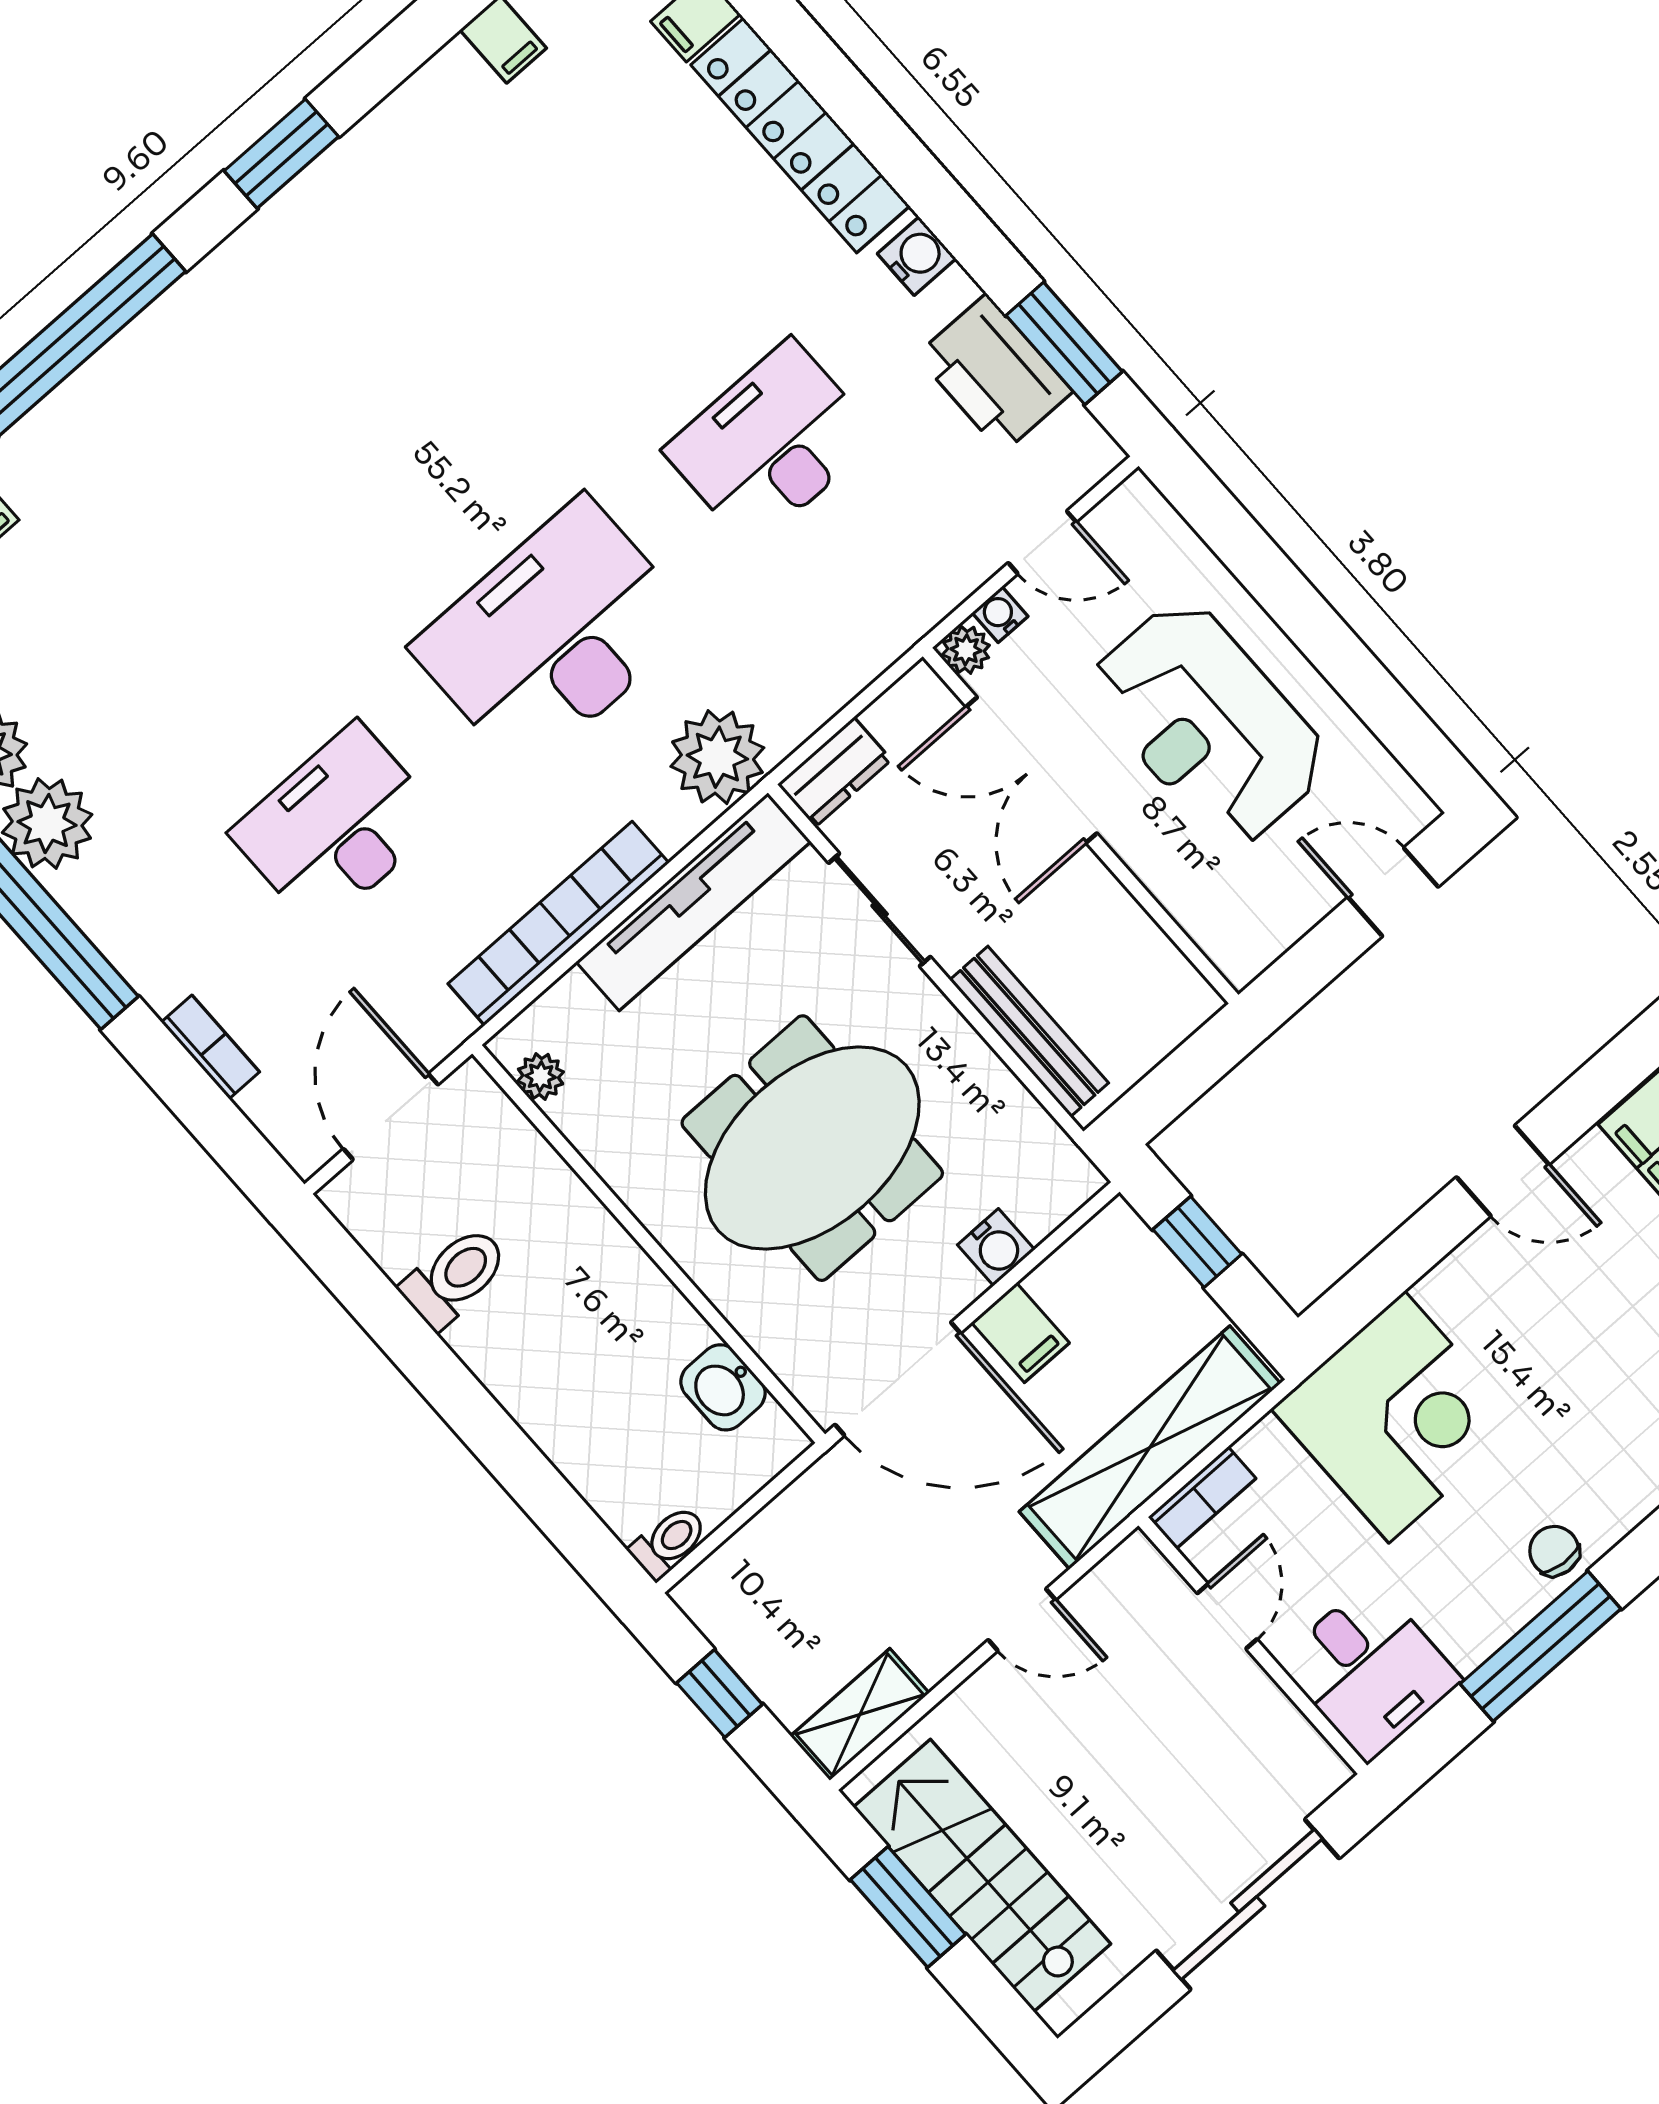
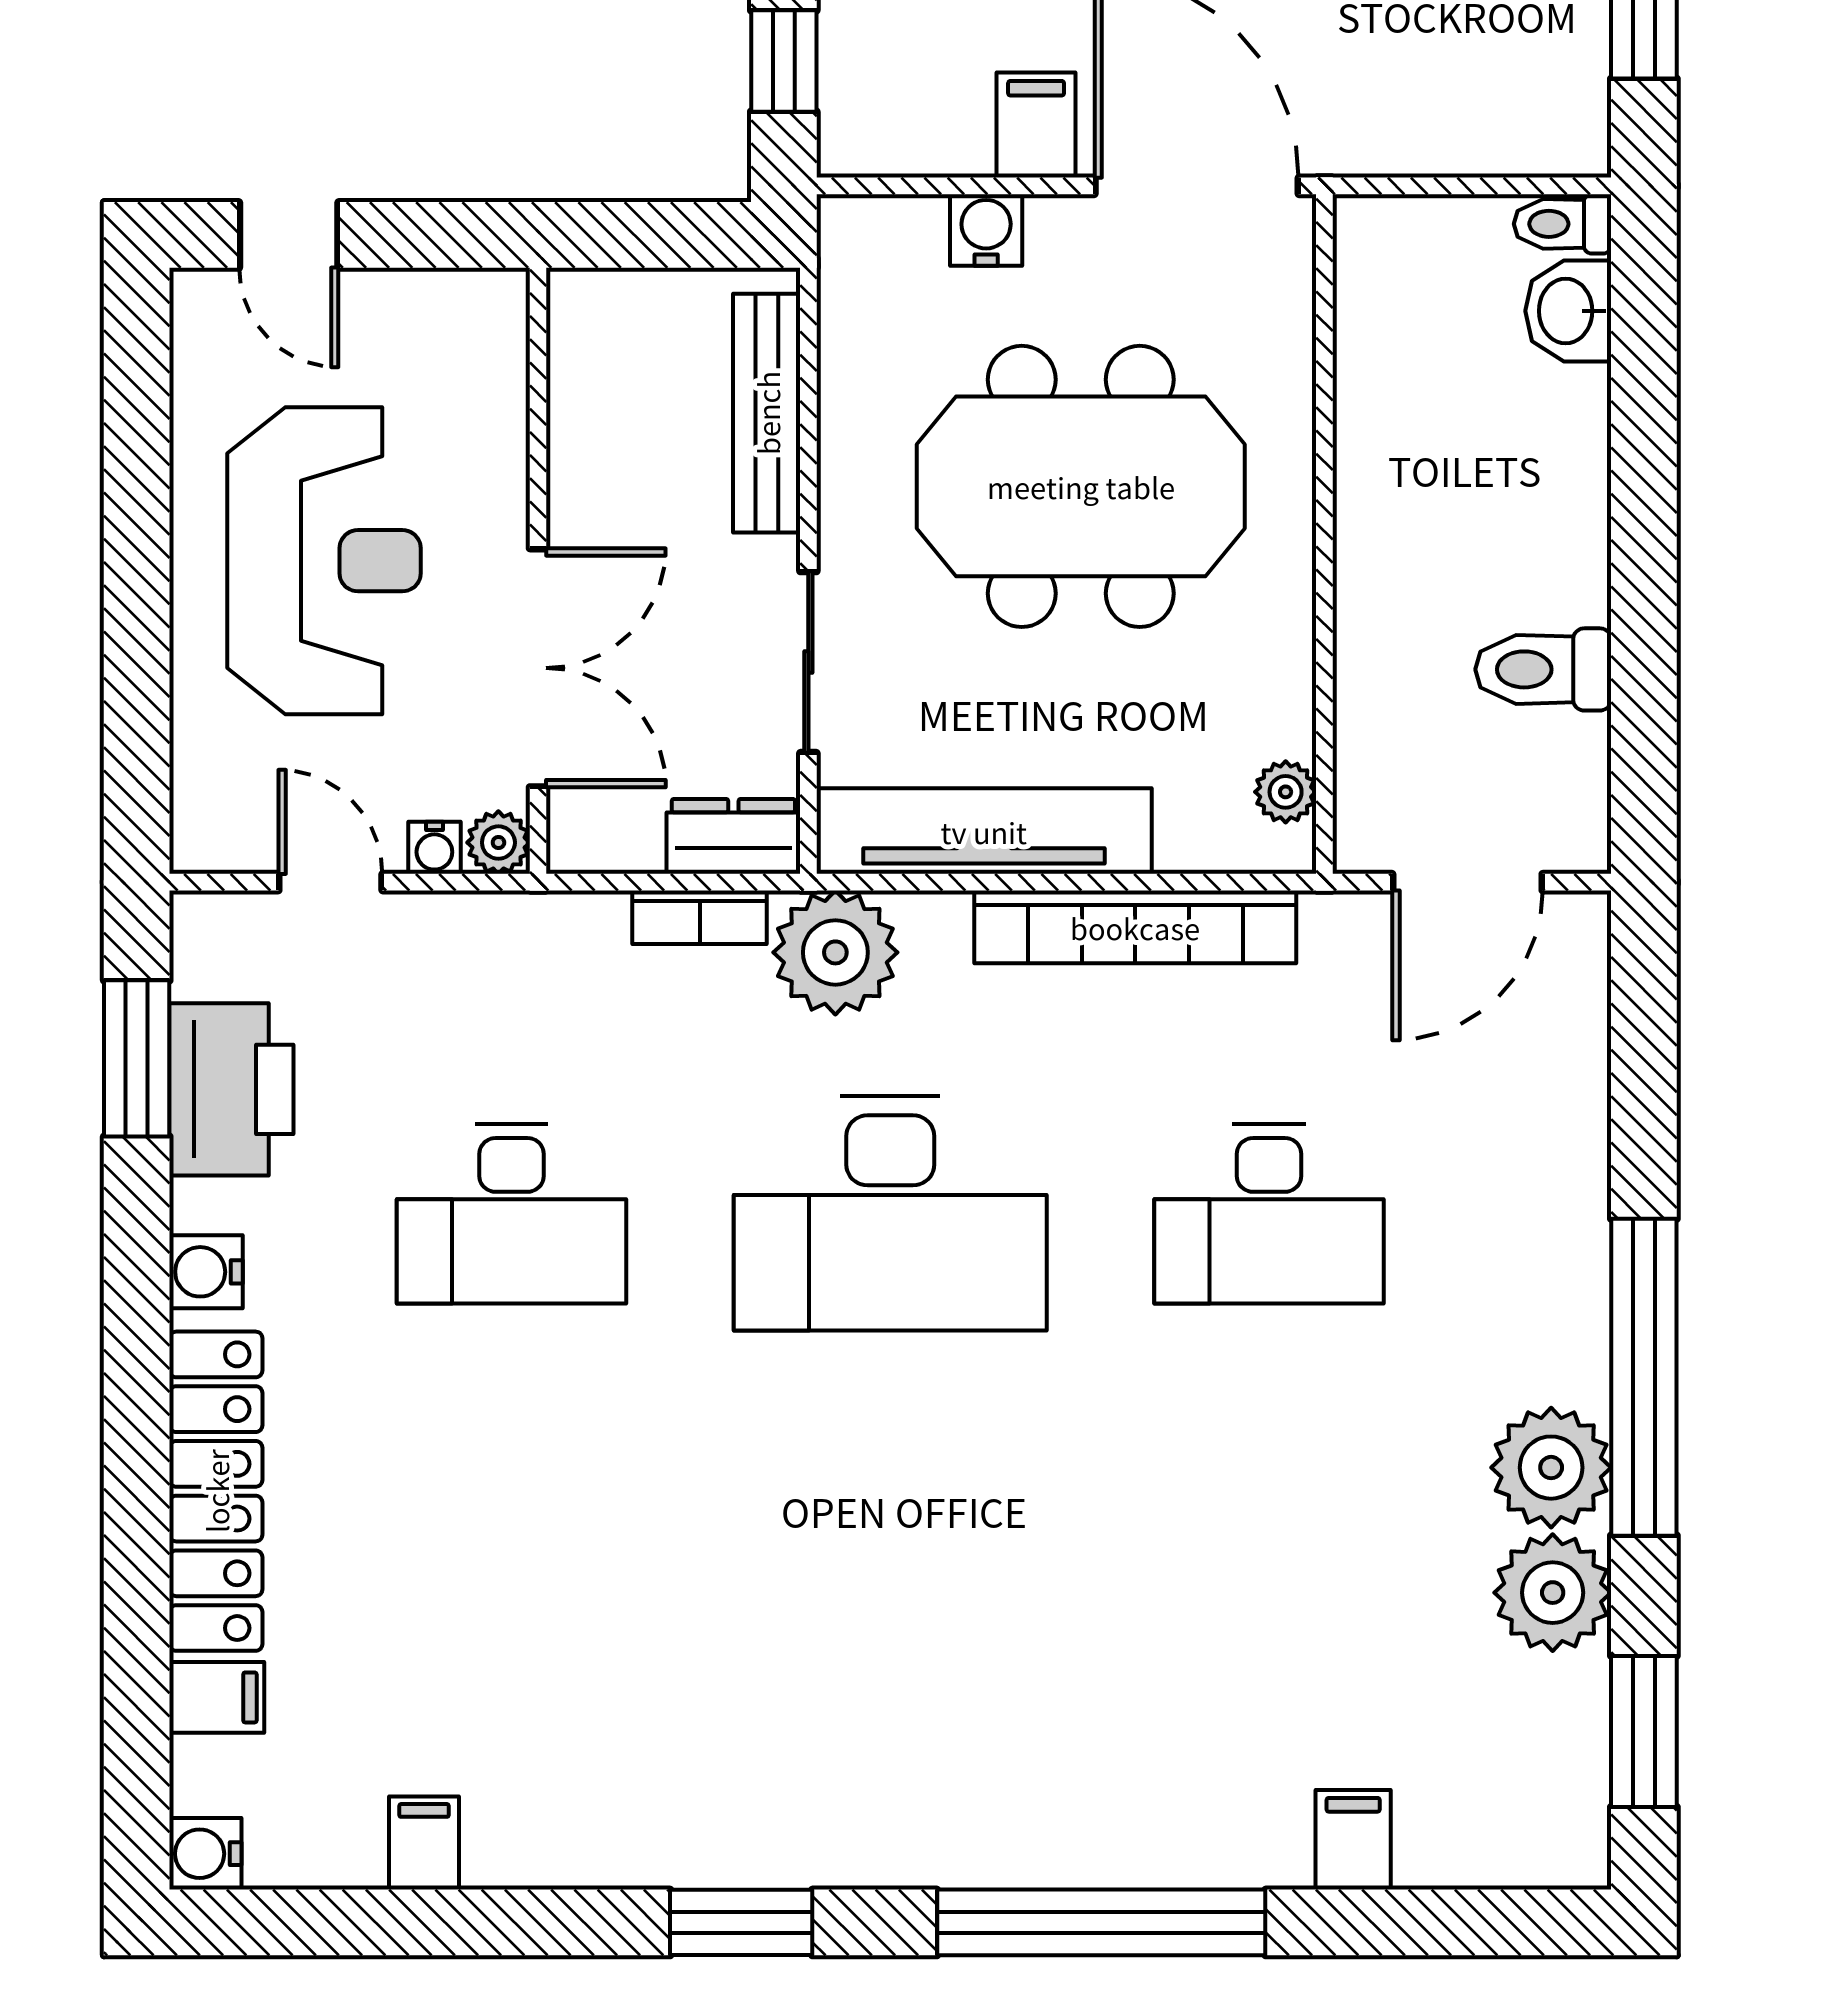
bookcase: (210, 1047) -> (700, 917), moved, turned -90
washbasin: (723, 1387) -> (1568, 311), moved, turned 180

